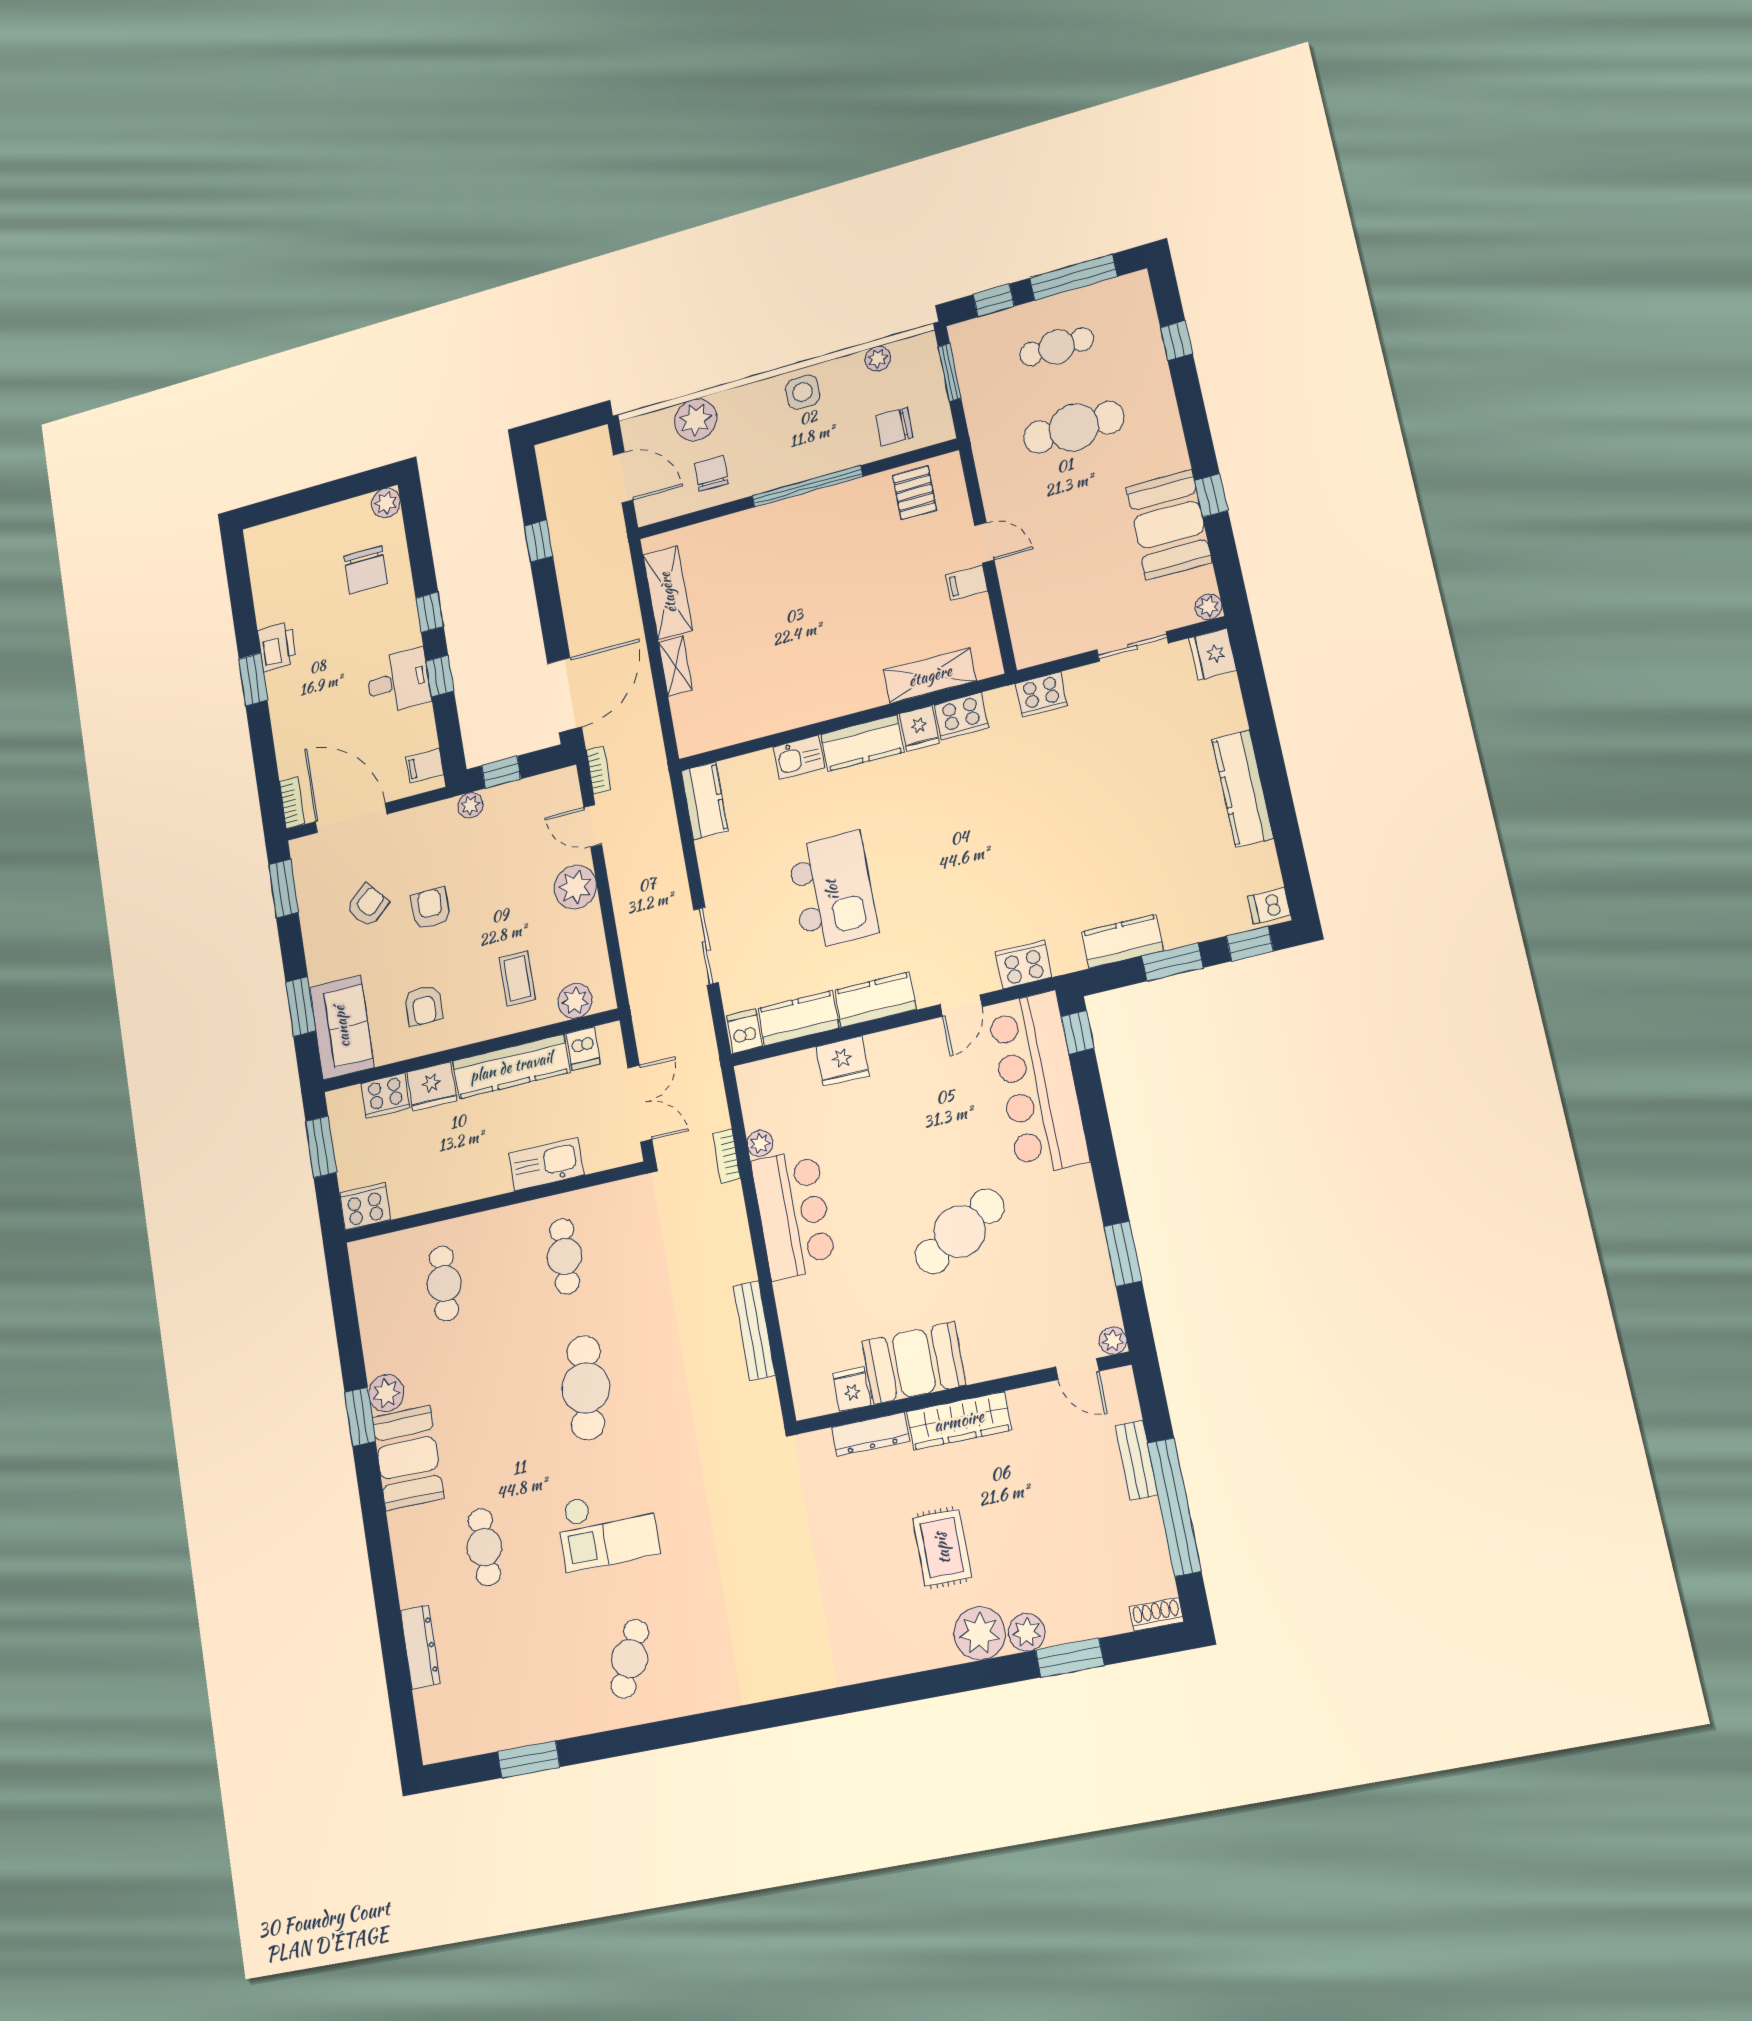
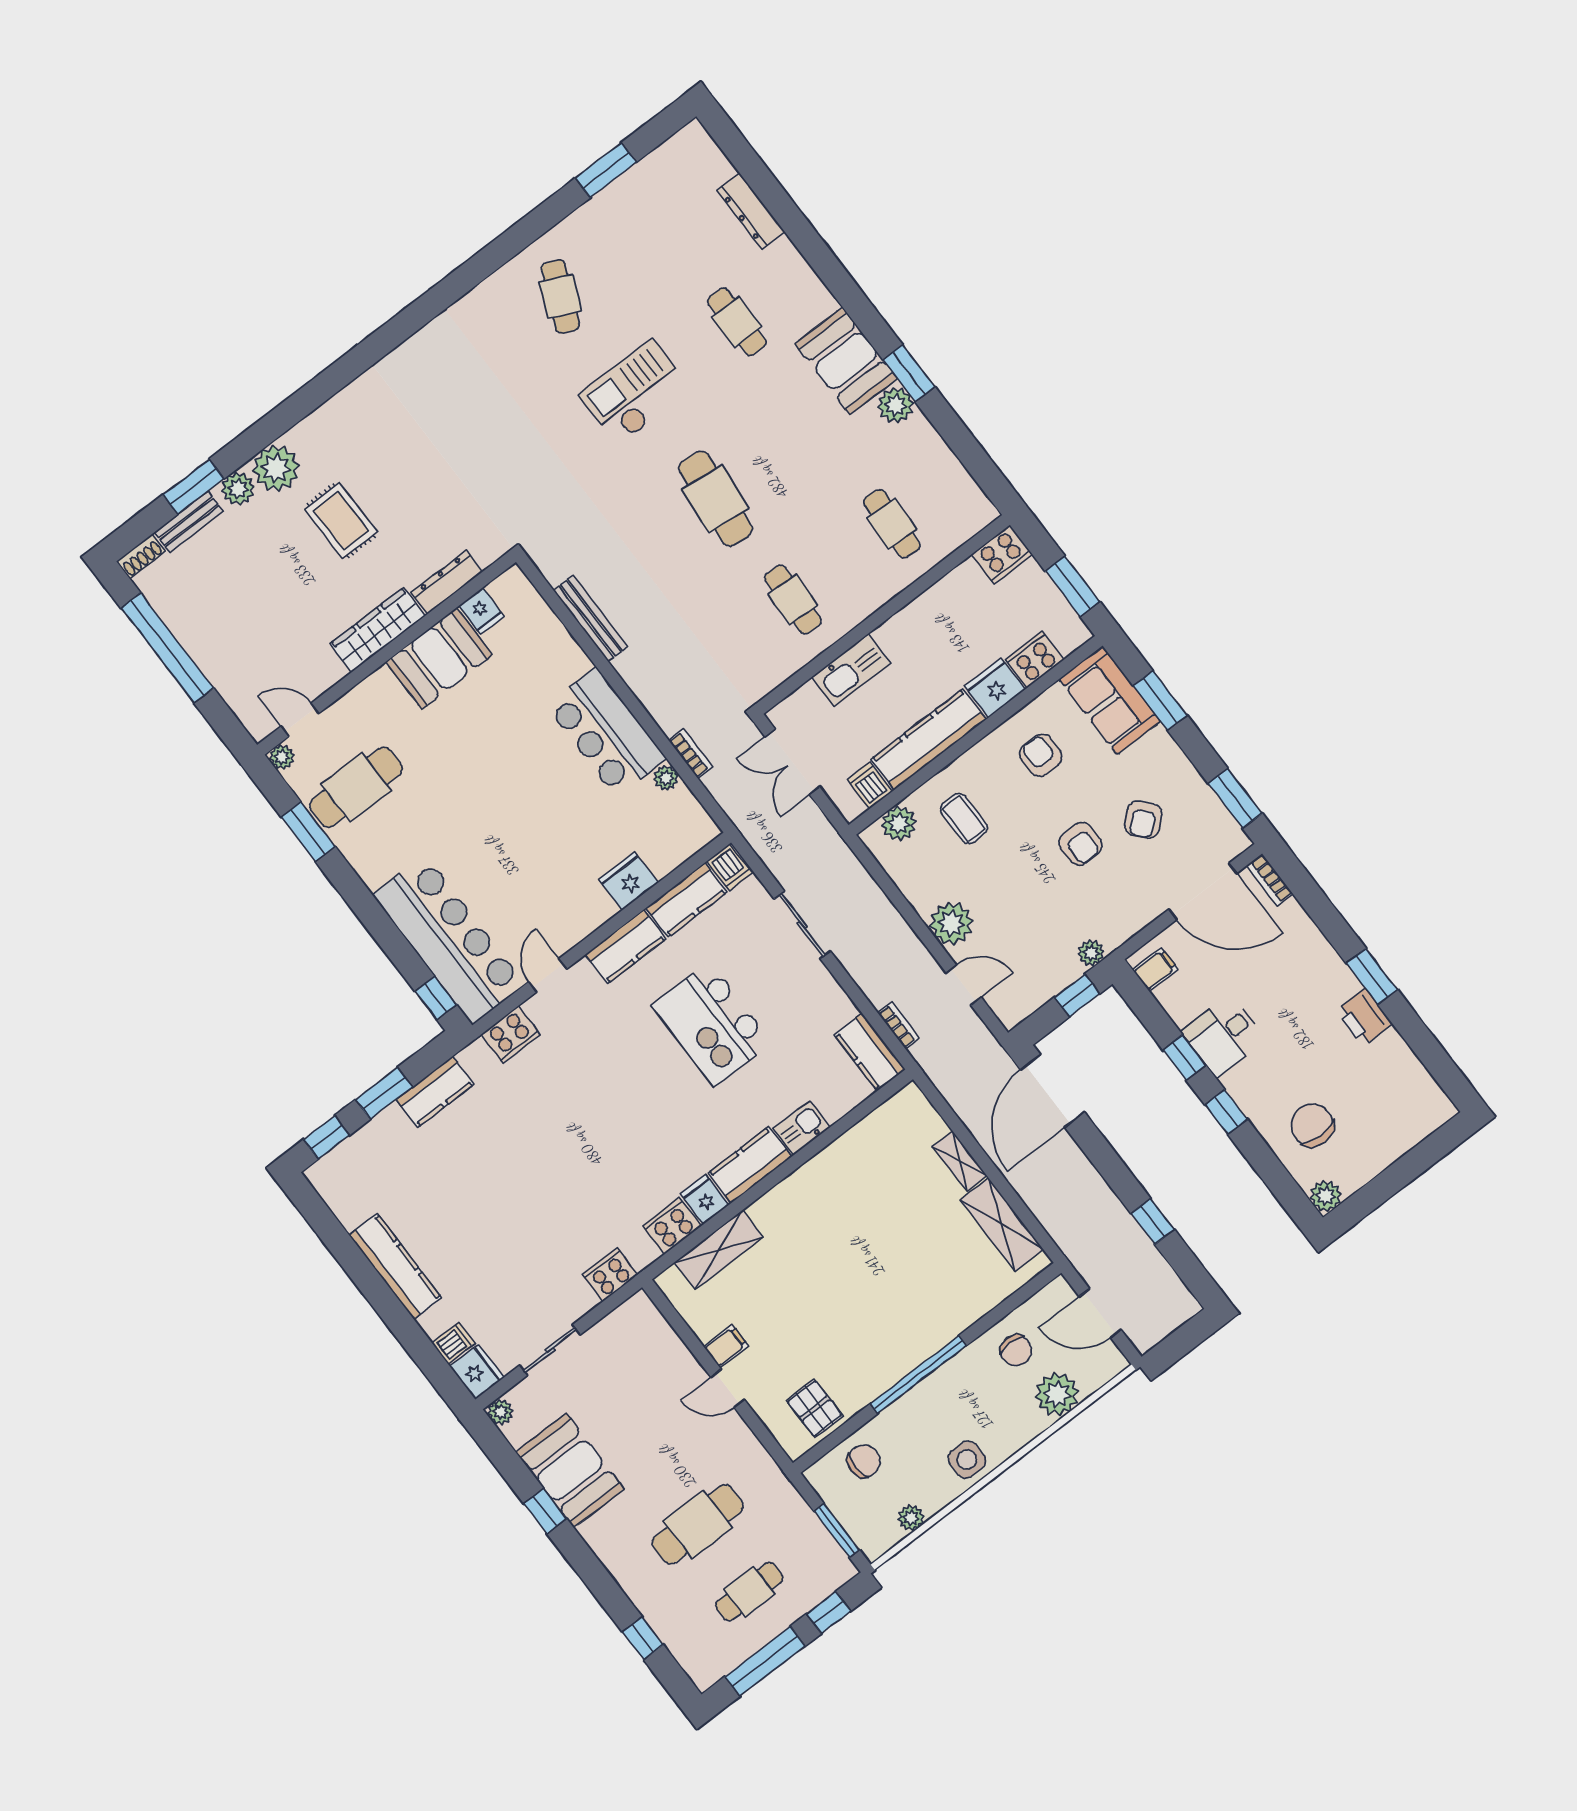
bookcase: (598, 770) -> (899, 1025), moved, turned 180
dishwasher: (1269, 906) -> (453, 1343), moved
cafe table: (960, 1232) -> (356, 787), moved, turned 30
bench: (1136, 1460) -> (189, 522), moved, turned 90

